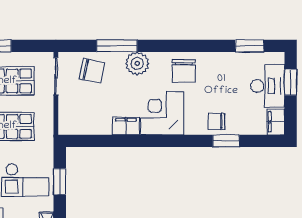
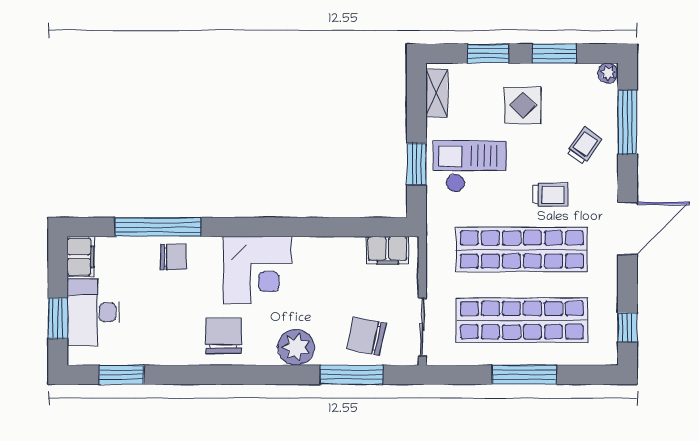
window: (117, 46) -> (352, 375), moved
filing cabinet: (126, 126) -> (388, 250), moved
window: (226, 141) -> (158, 227), width x2.11

